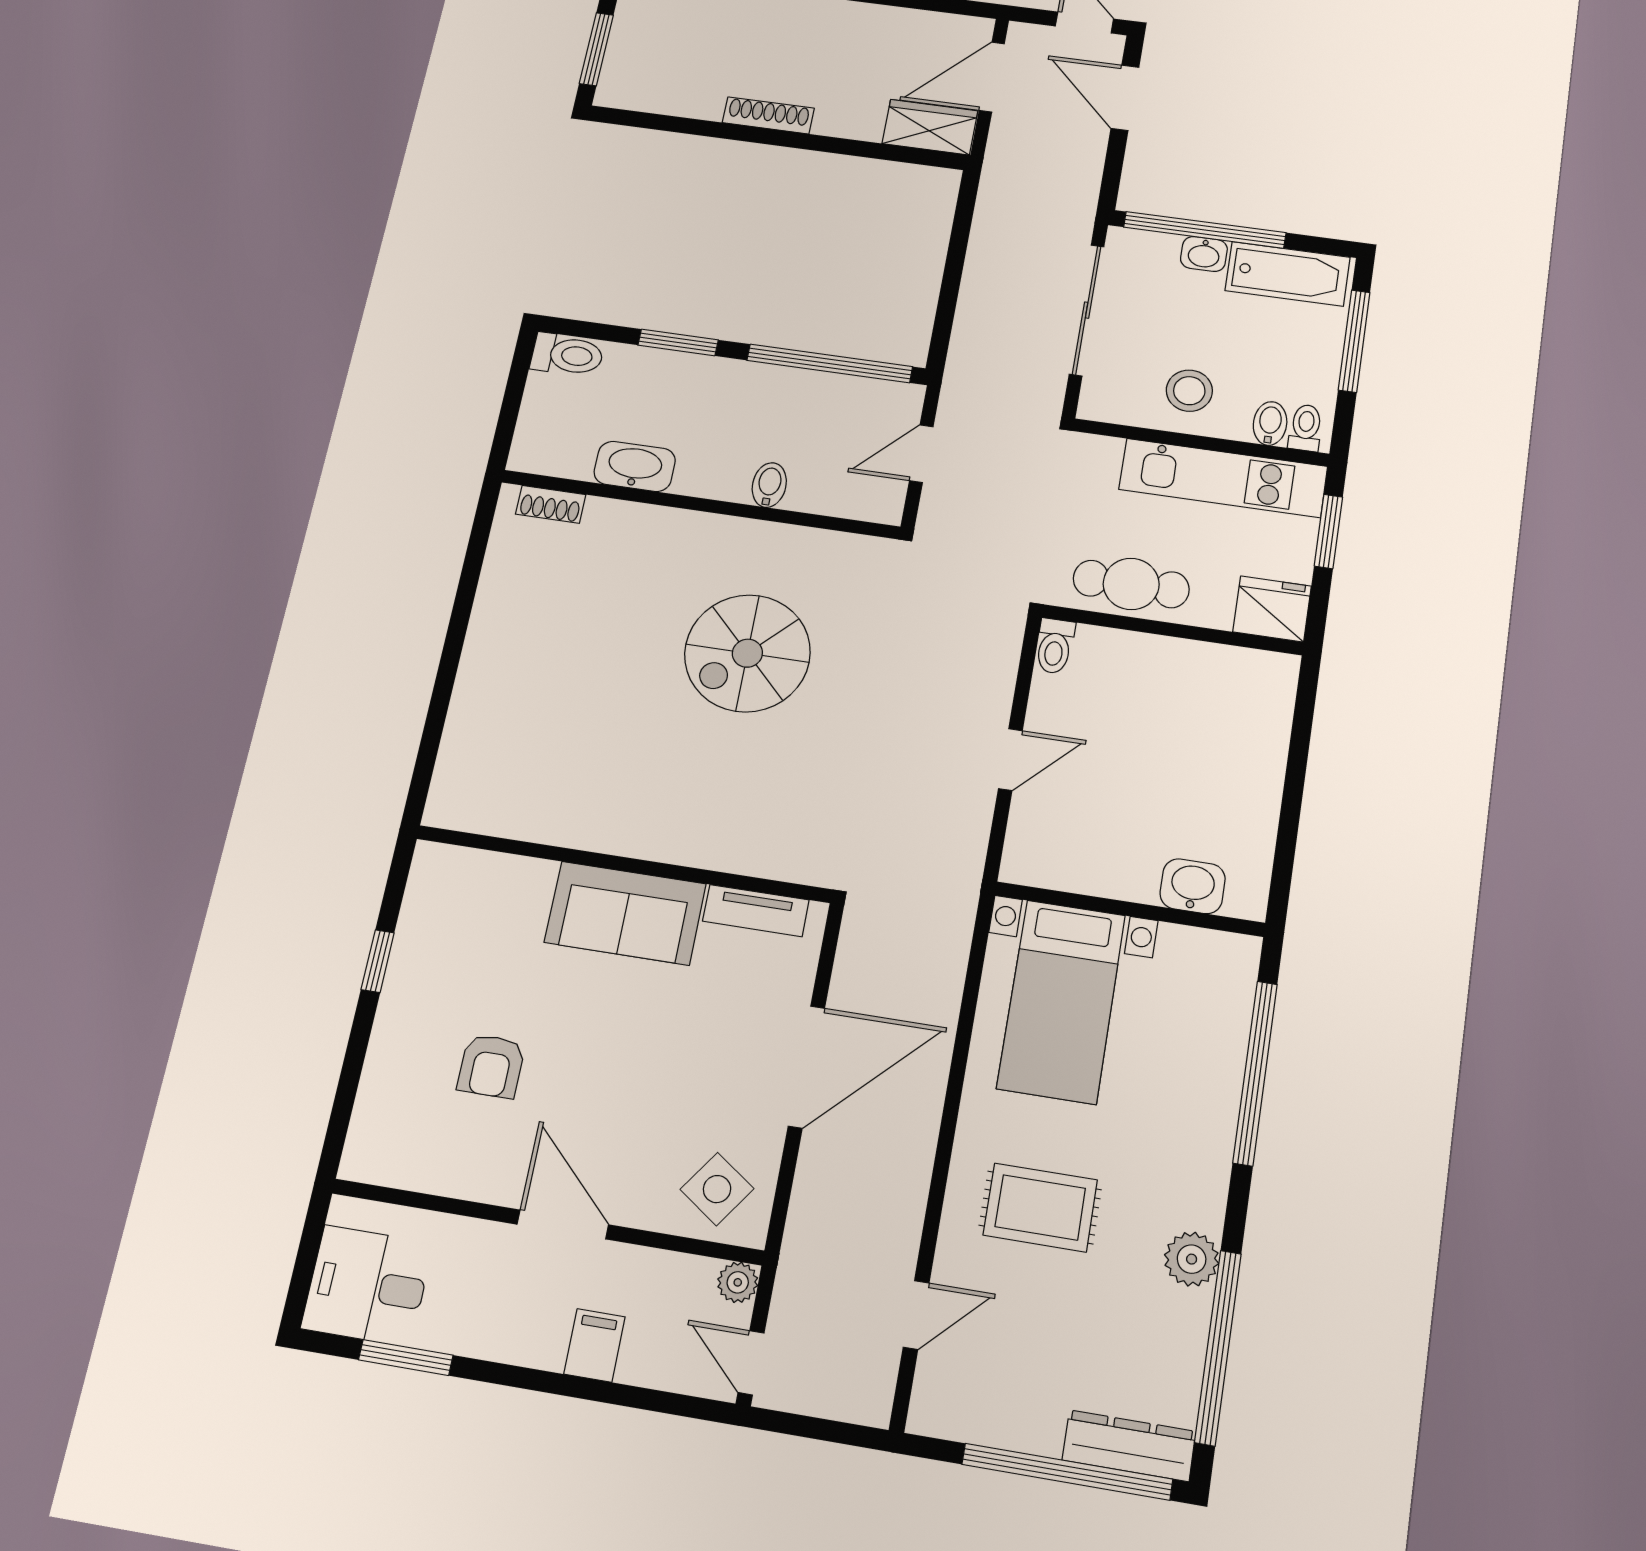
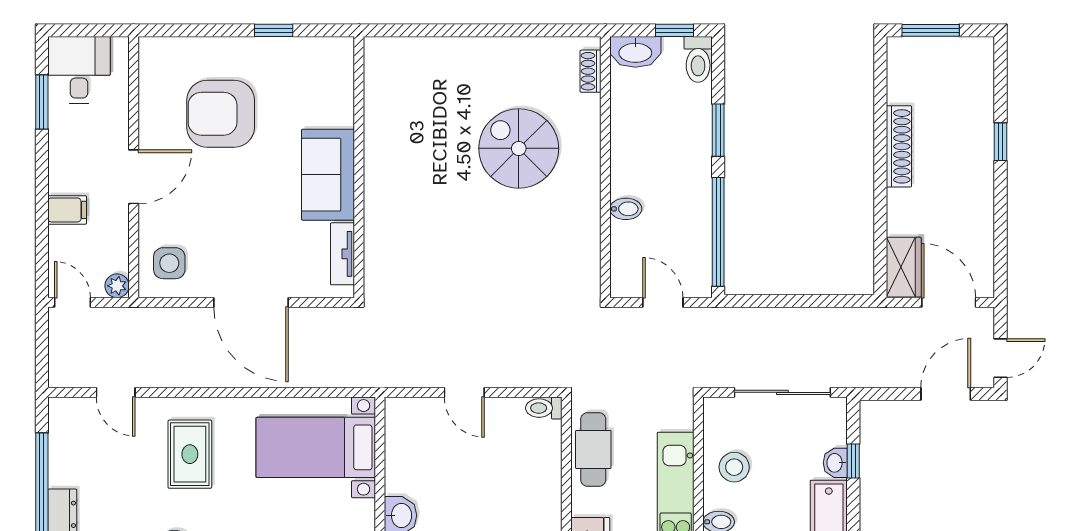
shoe rack: (768, 115) -> (899, 146), width x1.36, depth x1.24
window: (1205, 230) -> (853, 461), width x0.32
window: (517, 380) -> (674, 30), added
washbasin: (635, 466) -> (635, 52), moved, turned 90
spiral stairs: (747, 653) -> (519, 148), moved
armchair: (491, 1066) -> (221, 114), width x1.88, depth x1.88
side table: (717, 1189) -> (169, 263), turned -35
door: (751, 1363) -> (73, 302), hinge flipped

